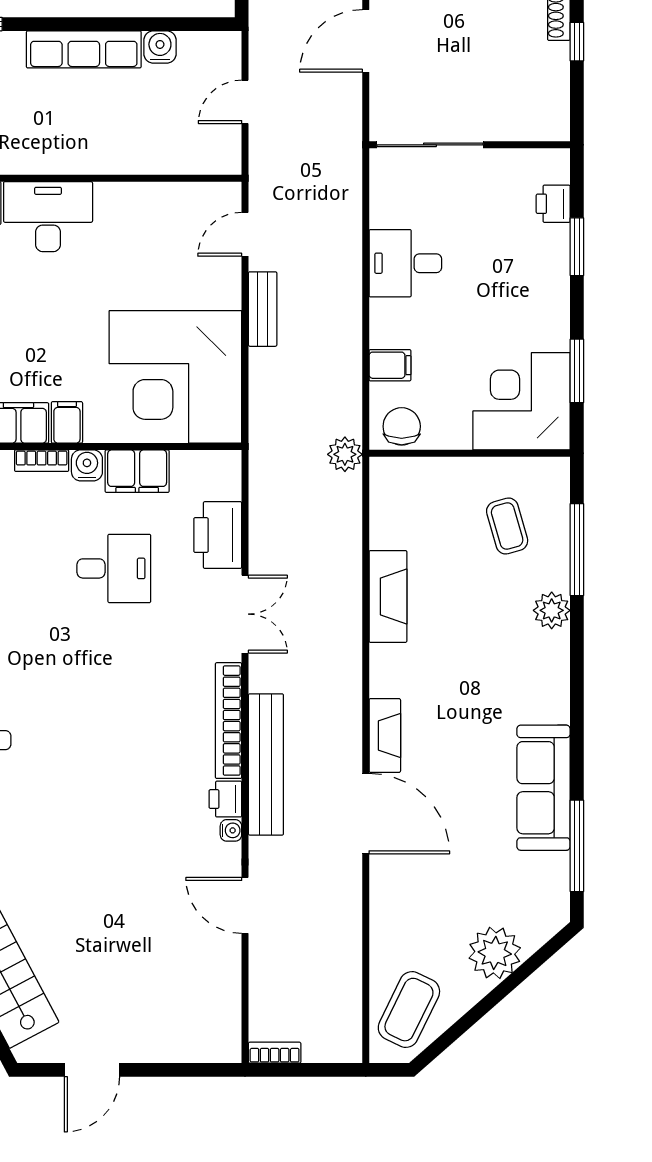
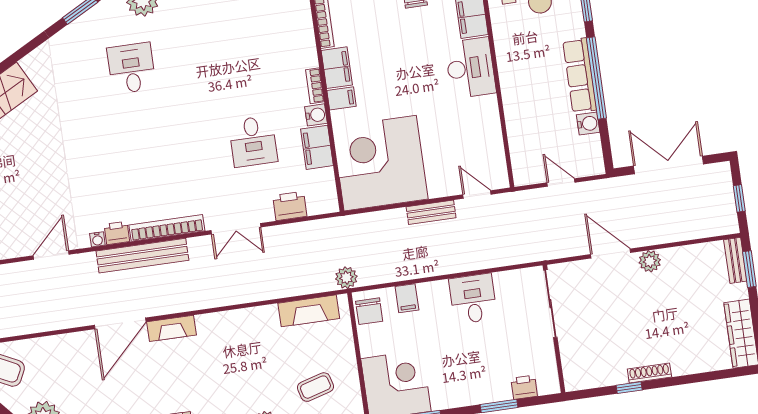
window: (91, 24) -> (596, 78), added
chair: (402, 426) -> (369, 311), turned 90
printer: (218, 535) -> (290, 206), width x0.73, depth x0.84
fireplace: (388, 596) -> (309, 311), moved

